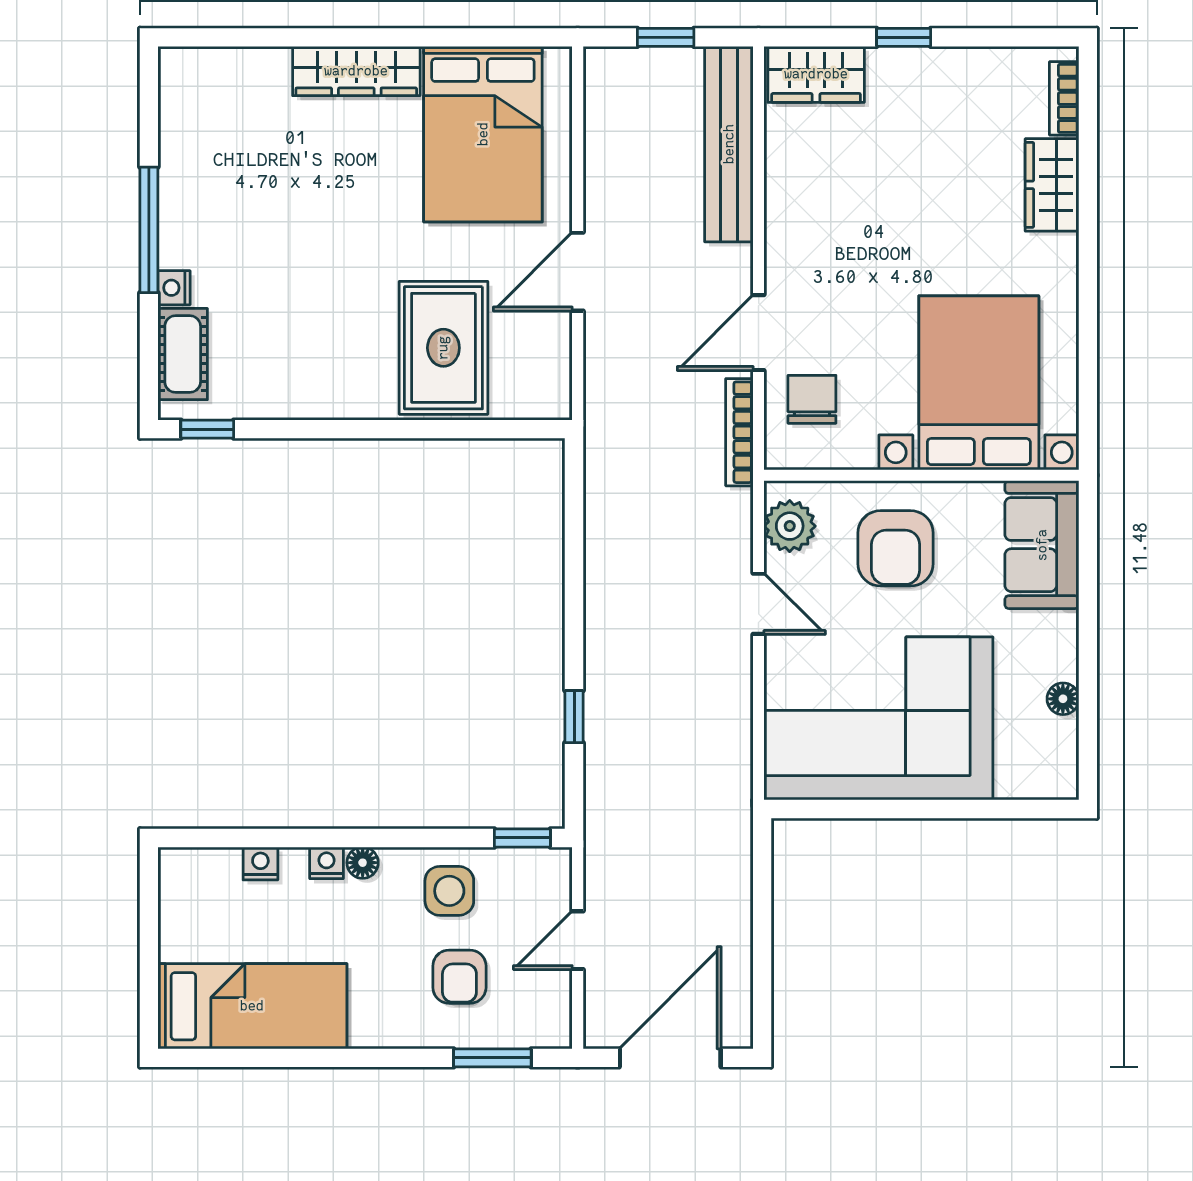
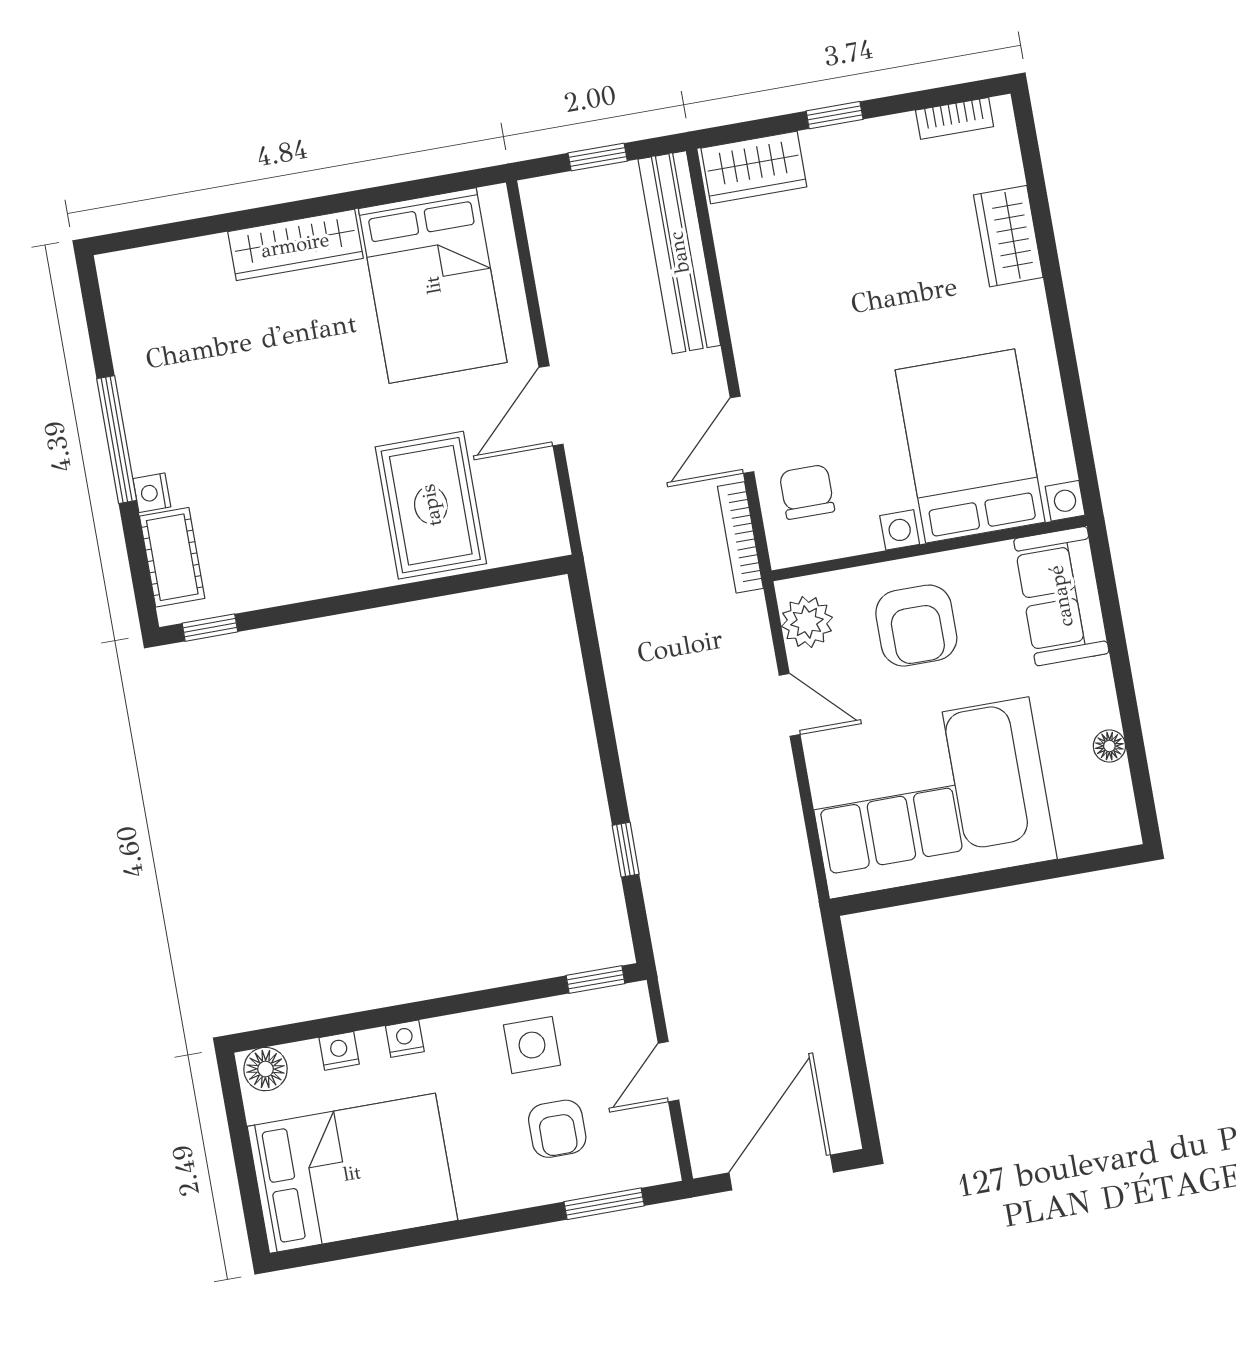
bookcase: (1064, 98) -> (955, 118), moved, turned -90
floor lamp: (363, 863) -> (266, 1069), moved, width x1.37, depth x1.37
bed: (252, 1006) -> (352, 1173), width x1.50

